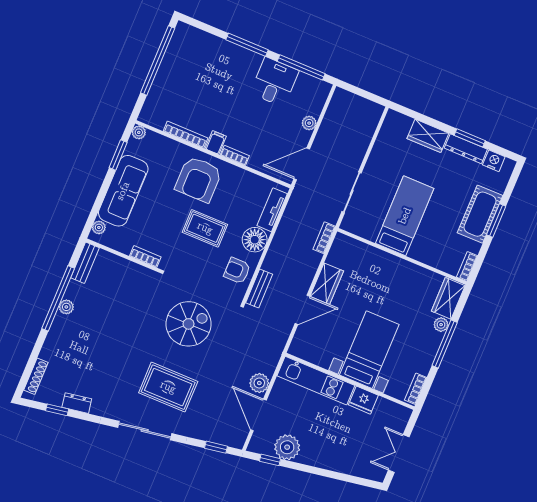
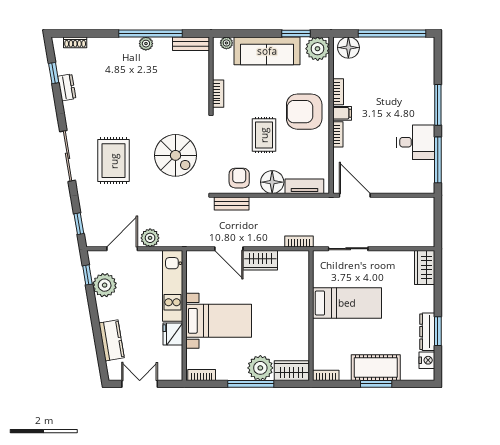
floor lamp: (154, 109) -> (348, 48), added
plant: (309, 123) -> (393, 187), removed
plant: (139, 132) -> (318, 49), width x1.87, depth x1.87
bookcase: (186, 135) -> (338, 92), width x0.64
wardrobe: (428, 136) -> (425, 268), moved
plant: (441, 325) -> (260, 368), width x1.88, depth x1.88
shoe rack: (36, 376) -> (75, 42), width x0.70
kitchen counter: (344, 463) -> (112, 340), added

